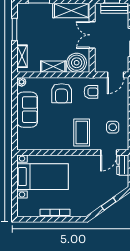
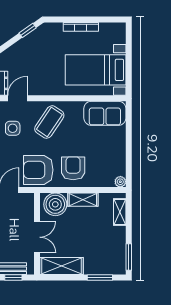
window: (14, 30) -> (129, 257), moved
armchair: (91, 92) -> (38, 170), width x1.88, depth x1.88
sofa: (27, 110) -> (105, 113), moved, turned -90
coffee table: (82, 132) -> (49, 122), turned 34
window: (109, 204) -> (28, 30), moved

